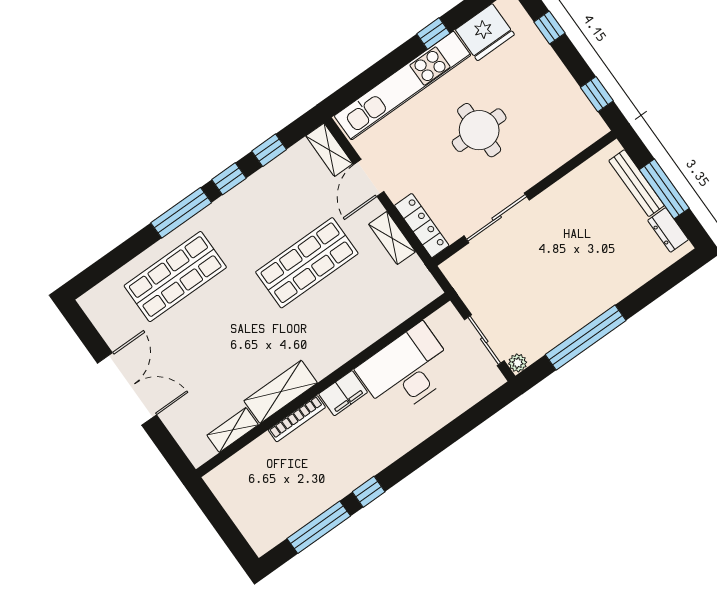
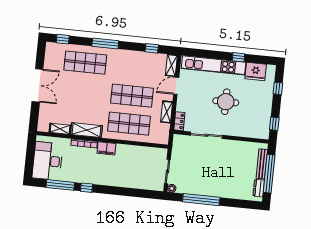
window: (229, 179) -> (63, 39), moved
window: (664, 189) -> (269, 174), width x1.46
locker: (422, 226) -> (179, 121), width x0.66
shop shelf: (345, 316) -> (129, 124), added
desk: (407, 370) -> (48, 161), moved, turned -90

